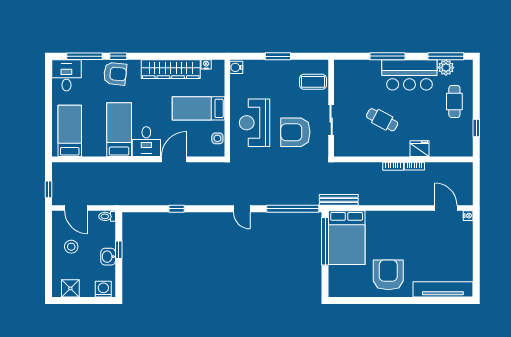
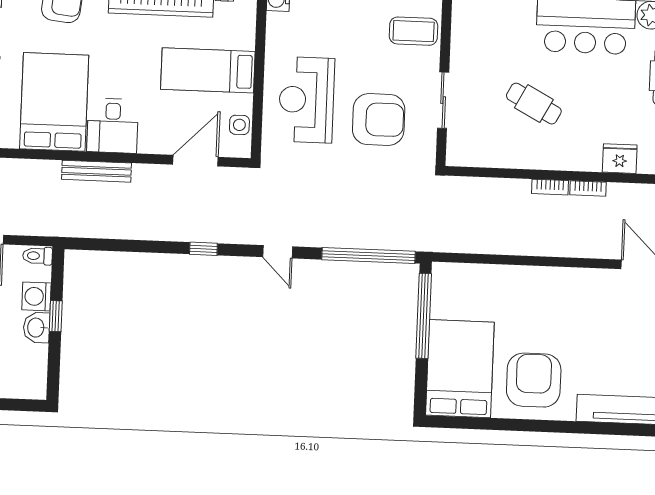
bed: (119, 130) -> (54, 102), width x1.50
armchair: (295, 132) -> (379, 119), turned 180
fridge: (420, 149) -> (620, 159), moved
door: (174, 159) -> (195, 161), moved
bench: (339, 200) -> (97, 171), moved
window: (177, 209) -> (203, 249), moved
bed: (347, 238) -> (460, 369), moved, turned 180
washing machine: (103, 289) -> (36, 296), moved, turned -90

